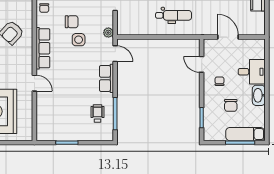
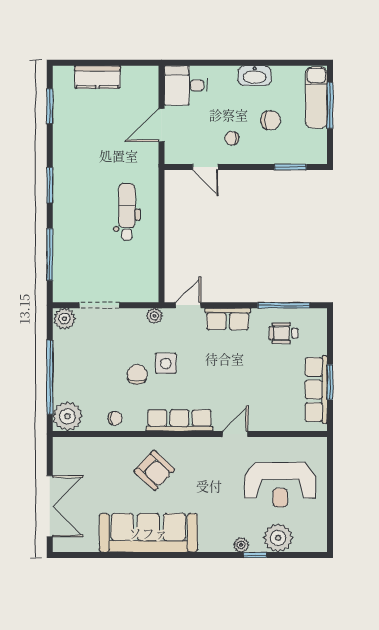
door: (202, 64) -> (205, 167), hinge flipped
desk: (252, 72) -> (186, 85), moved, turned -90
row of seats: (62, 134) -> (316, 390), added

